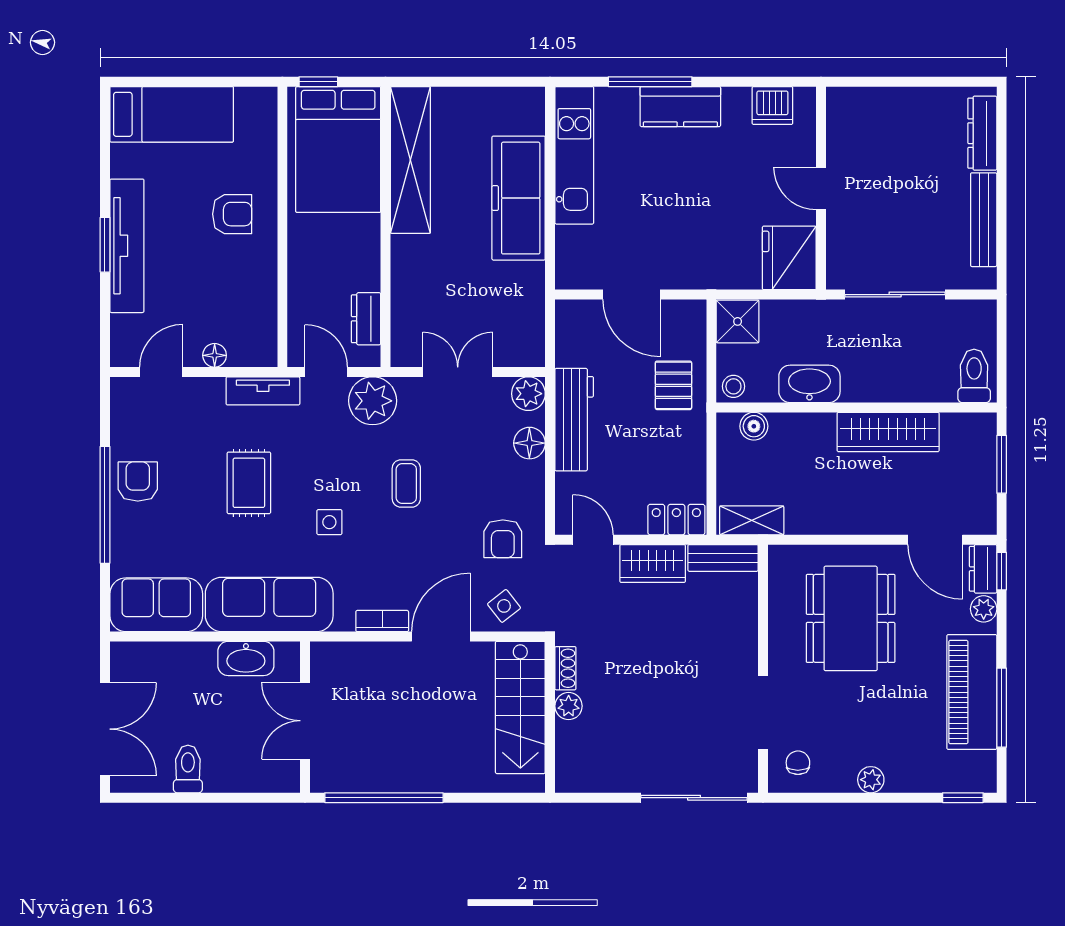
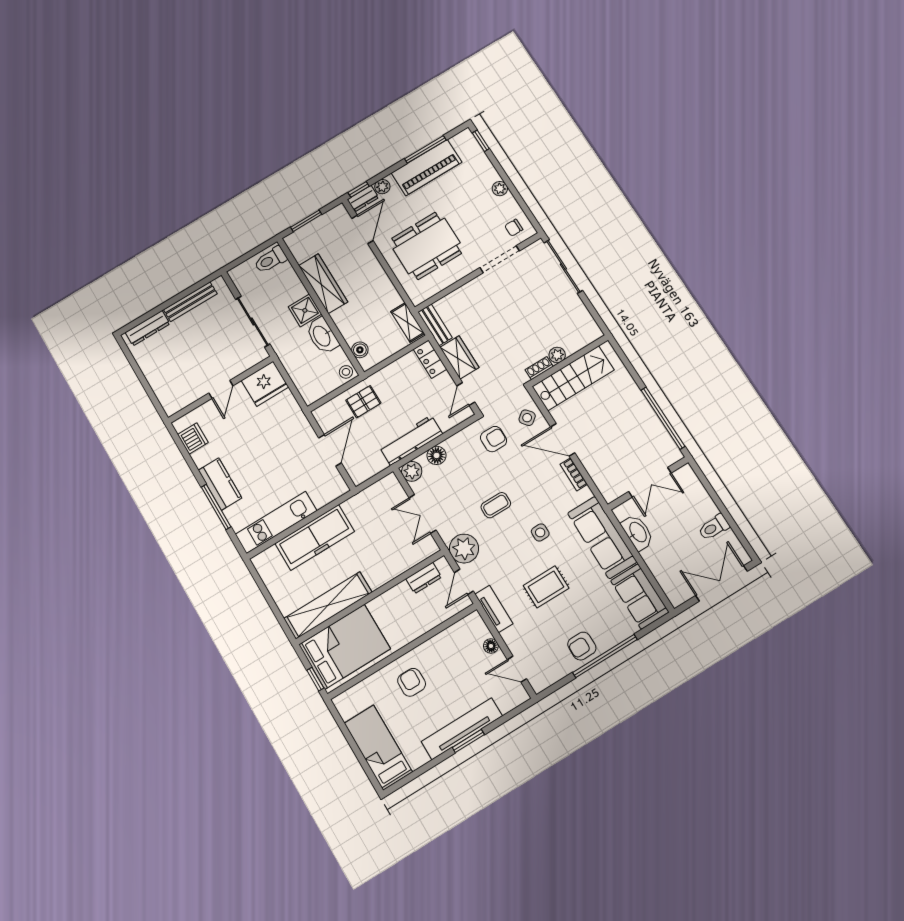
shower: (738, 321) -> (305, 310), moved

